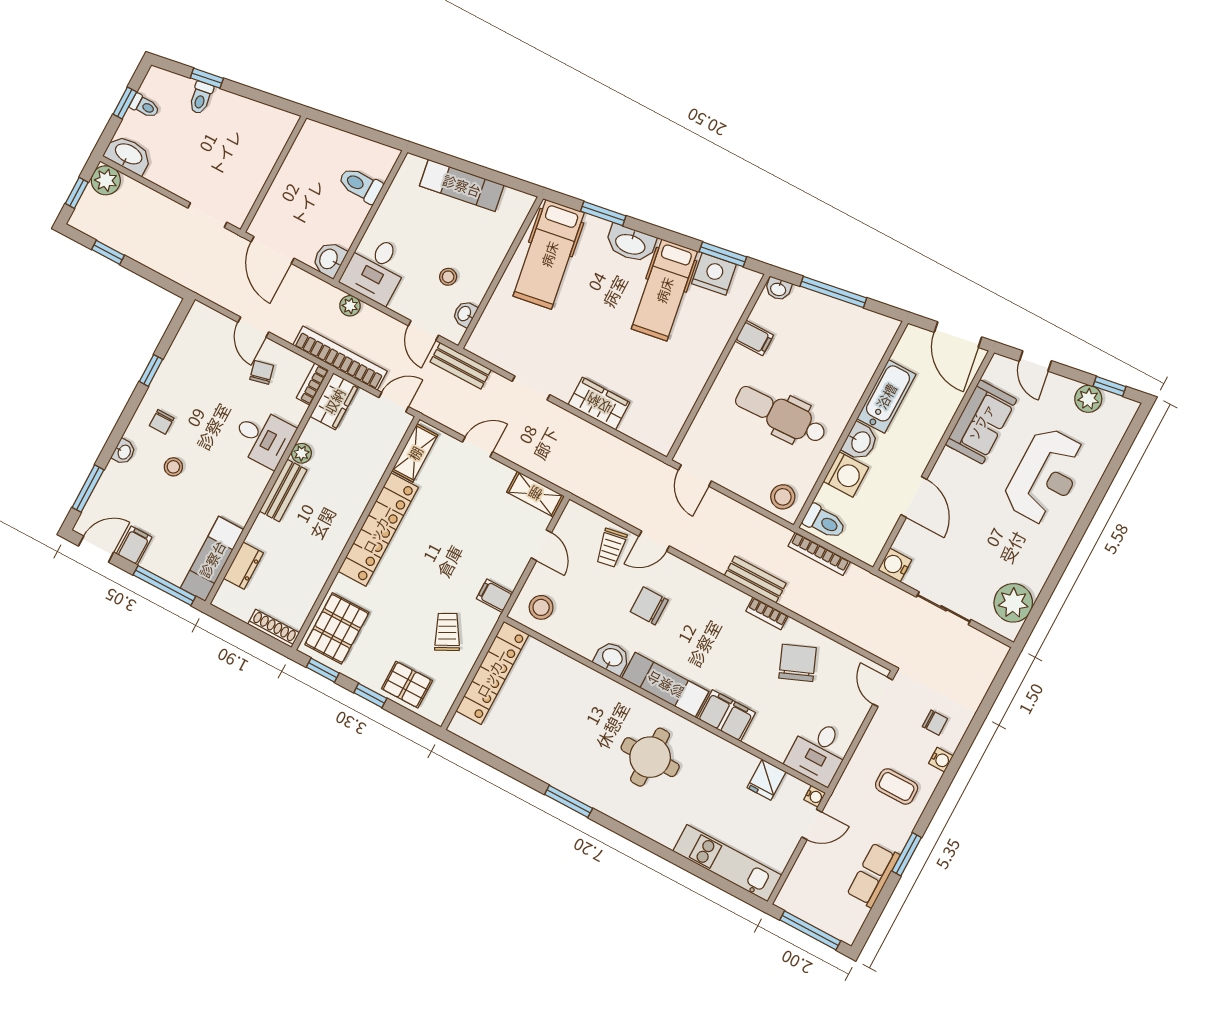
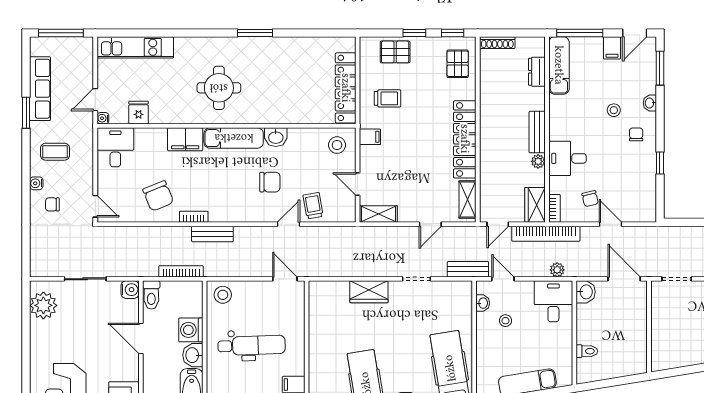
toilet: (360, 185) -> (587, 351), width x0.73, depth x0.72
toilet: (824, 522) -> (151, 295), moved, turned -90
pallet: (337, 628) -> (458, 64), width x0.67, depth x0.71
trolley: (447, 632) -> (387, 98), turned -63
row of seats: (873, 875) -> (40, 89), width x1.48

